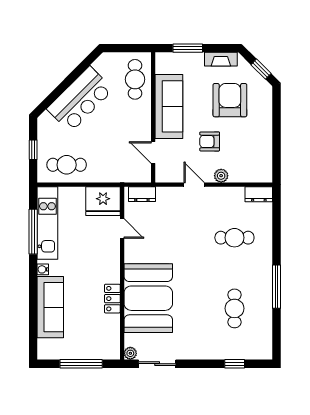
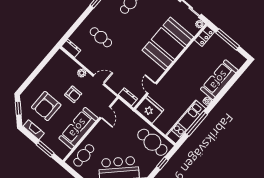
cafe table: (67, 165) -> (152, 142), width x1.37, depth x1.35
door: (194, 185) -> (99, 80), swing flipped
locker: (112, 299) -> (204, 36), moved

